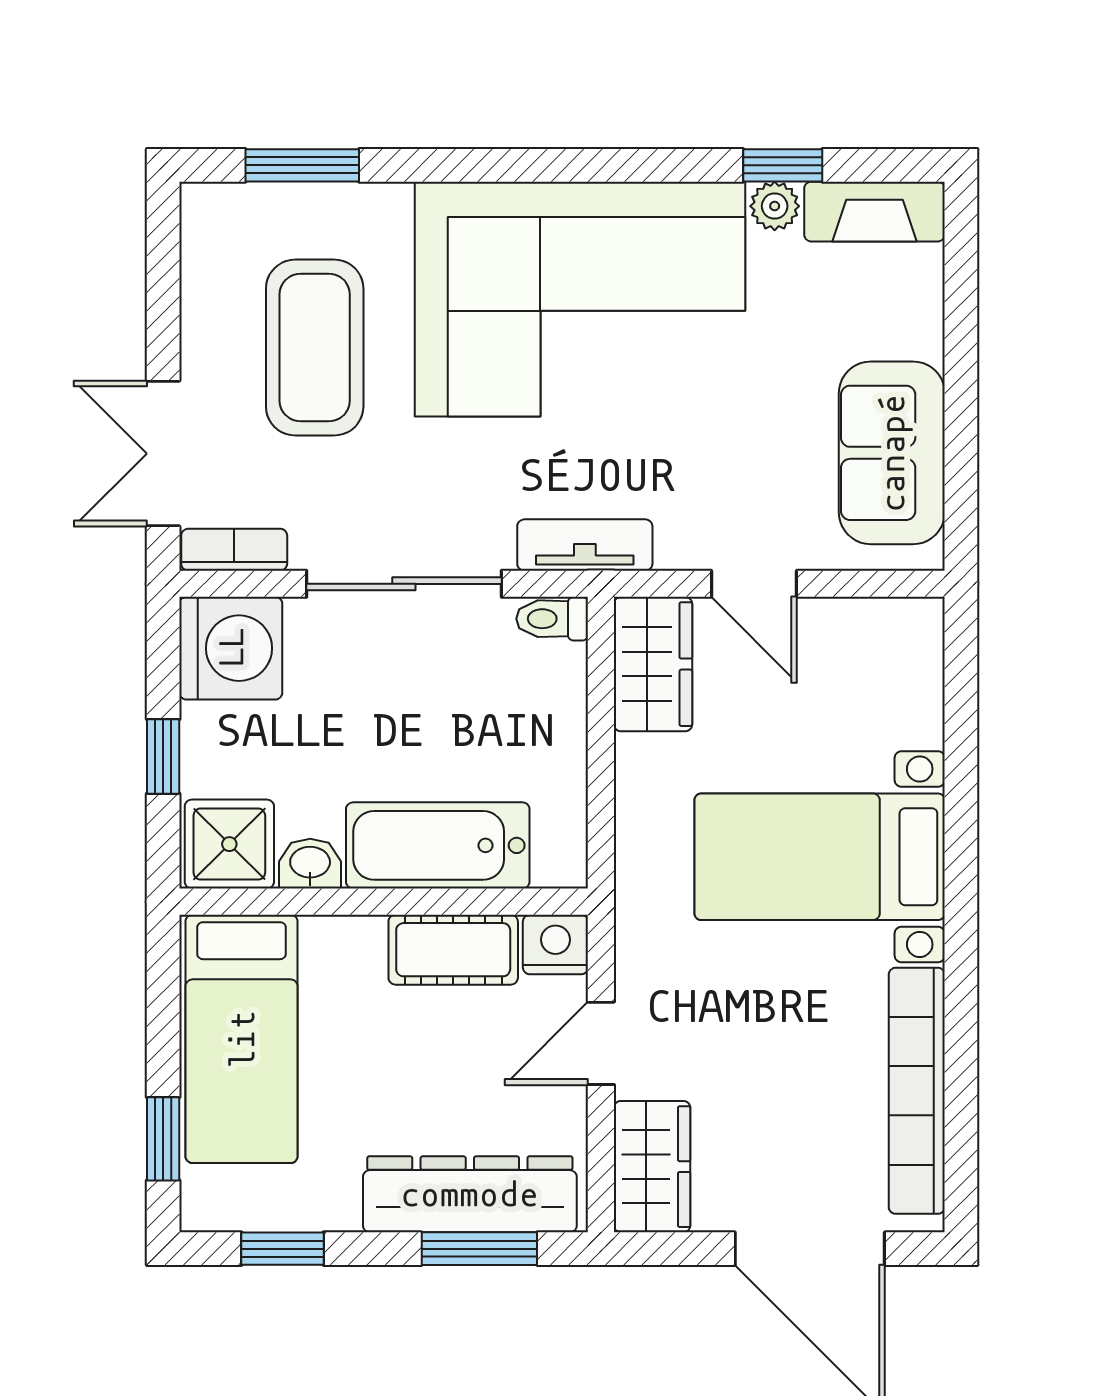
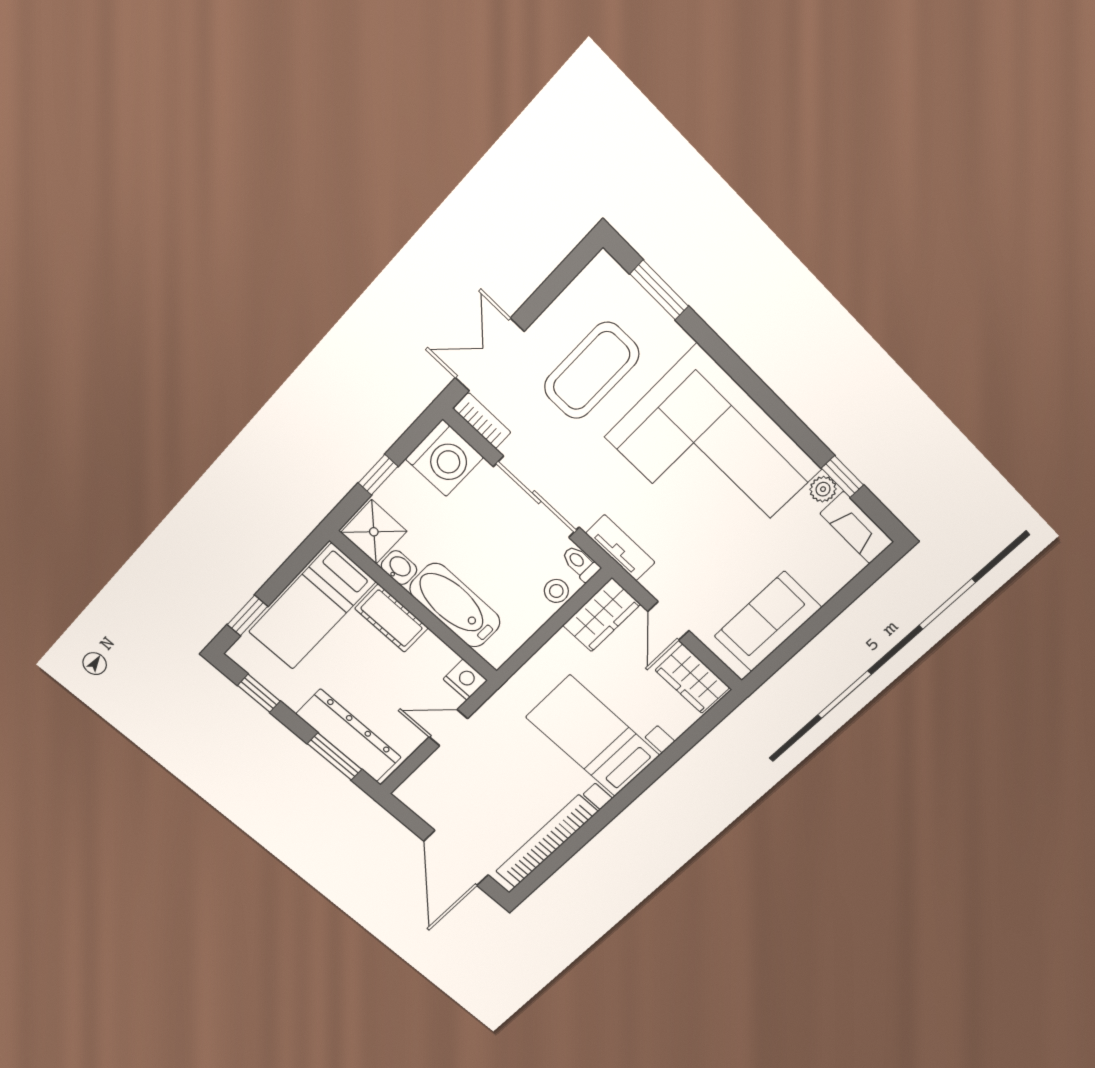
stool: (557, 690) -> (556, 591), added
cot: (453, 950) -> (391, 618), moved
wardrobe: (652, 1167) -> (692, 679), moved, turned 90

